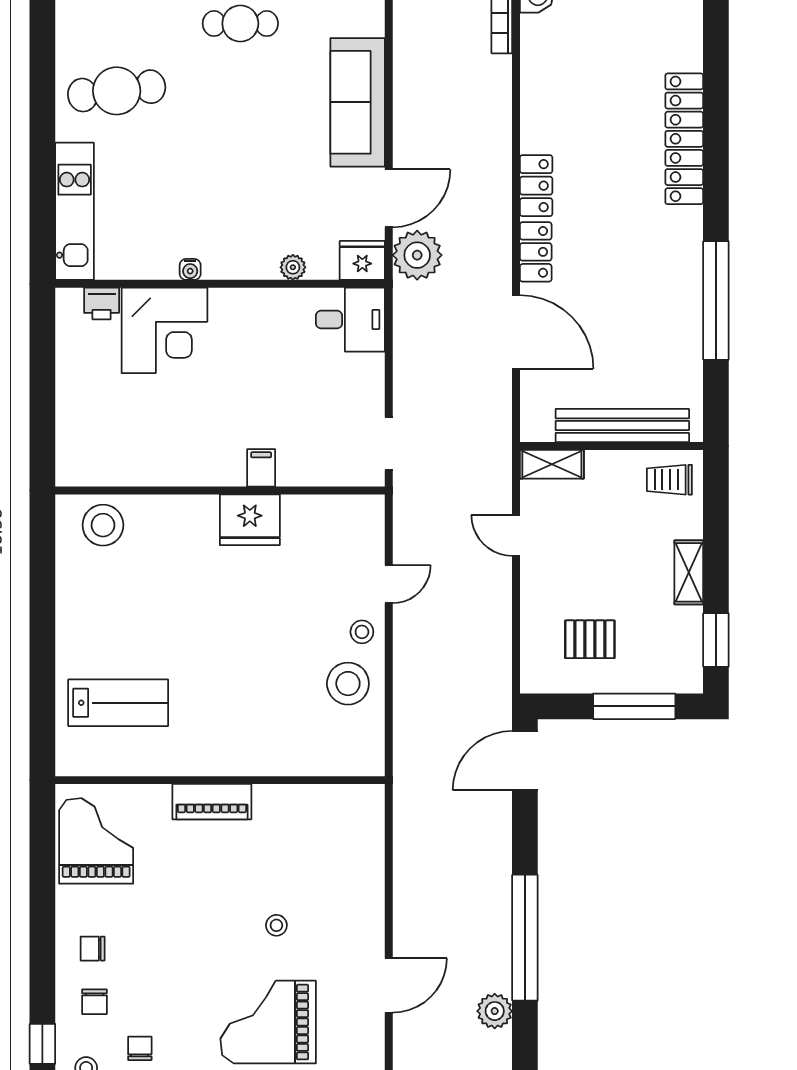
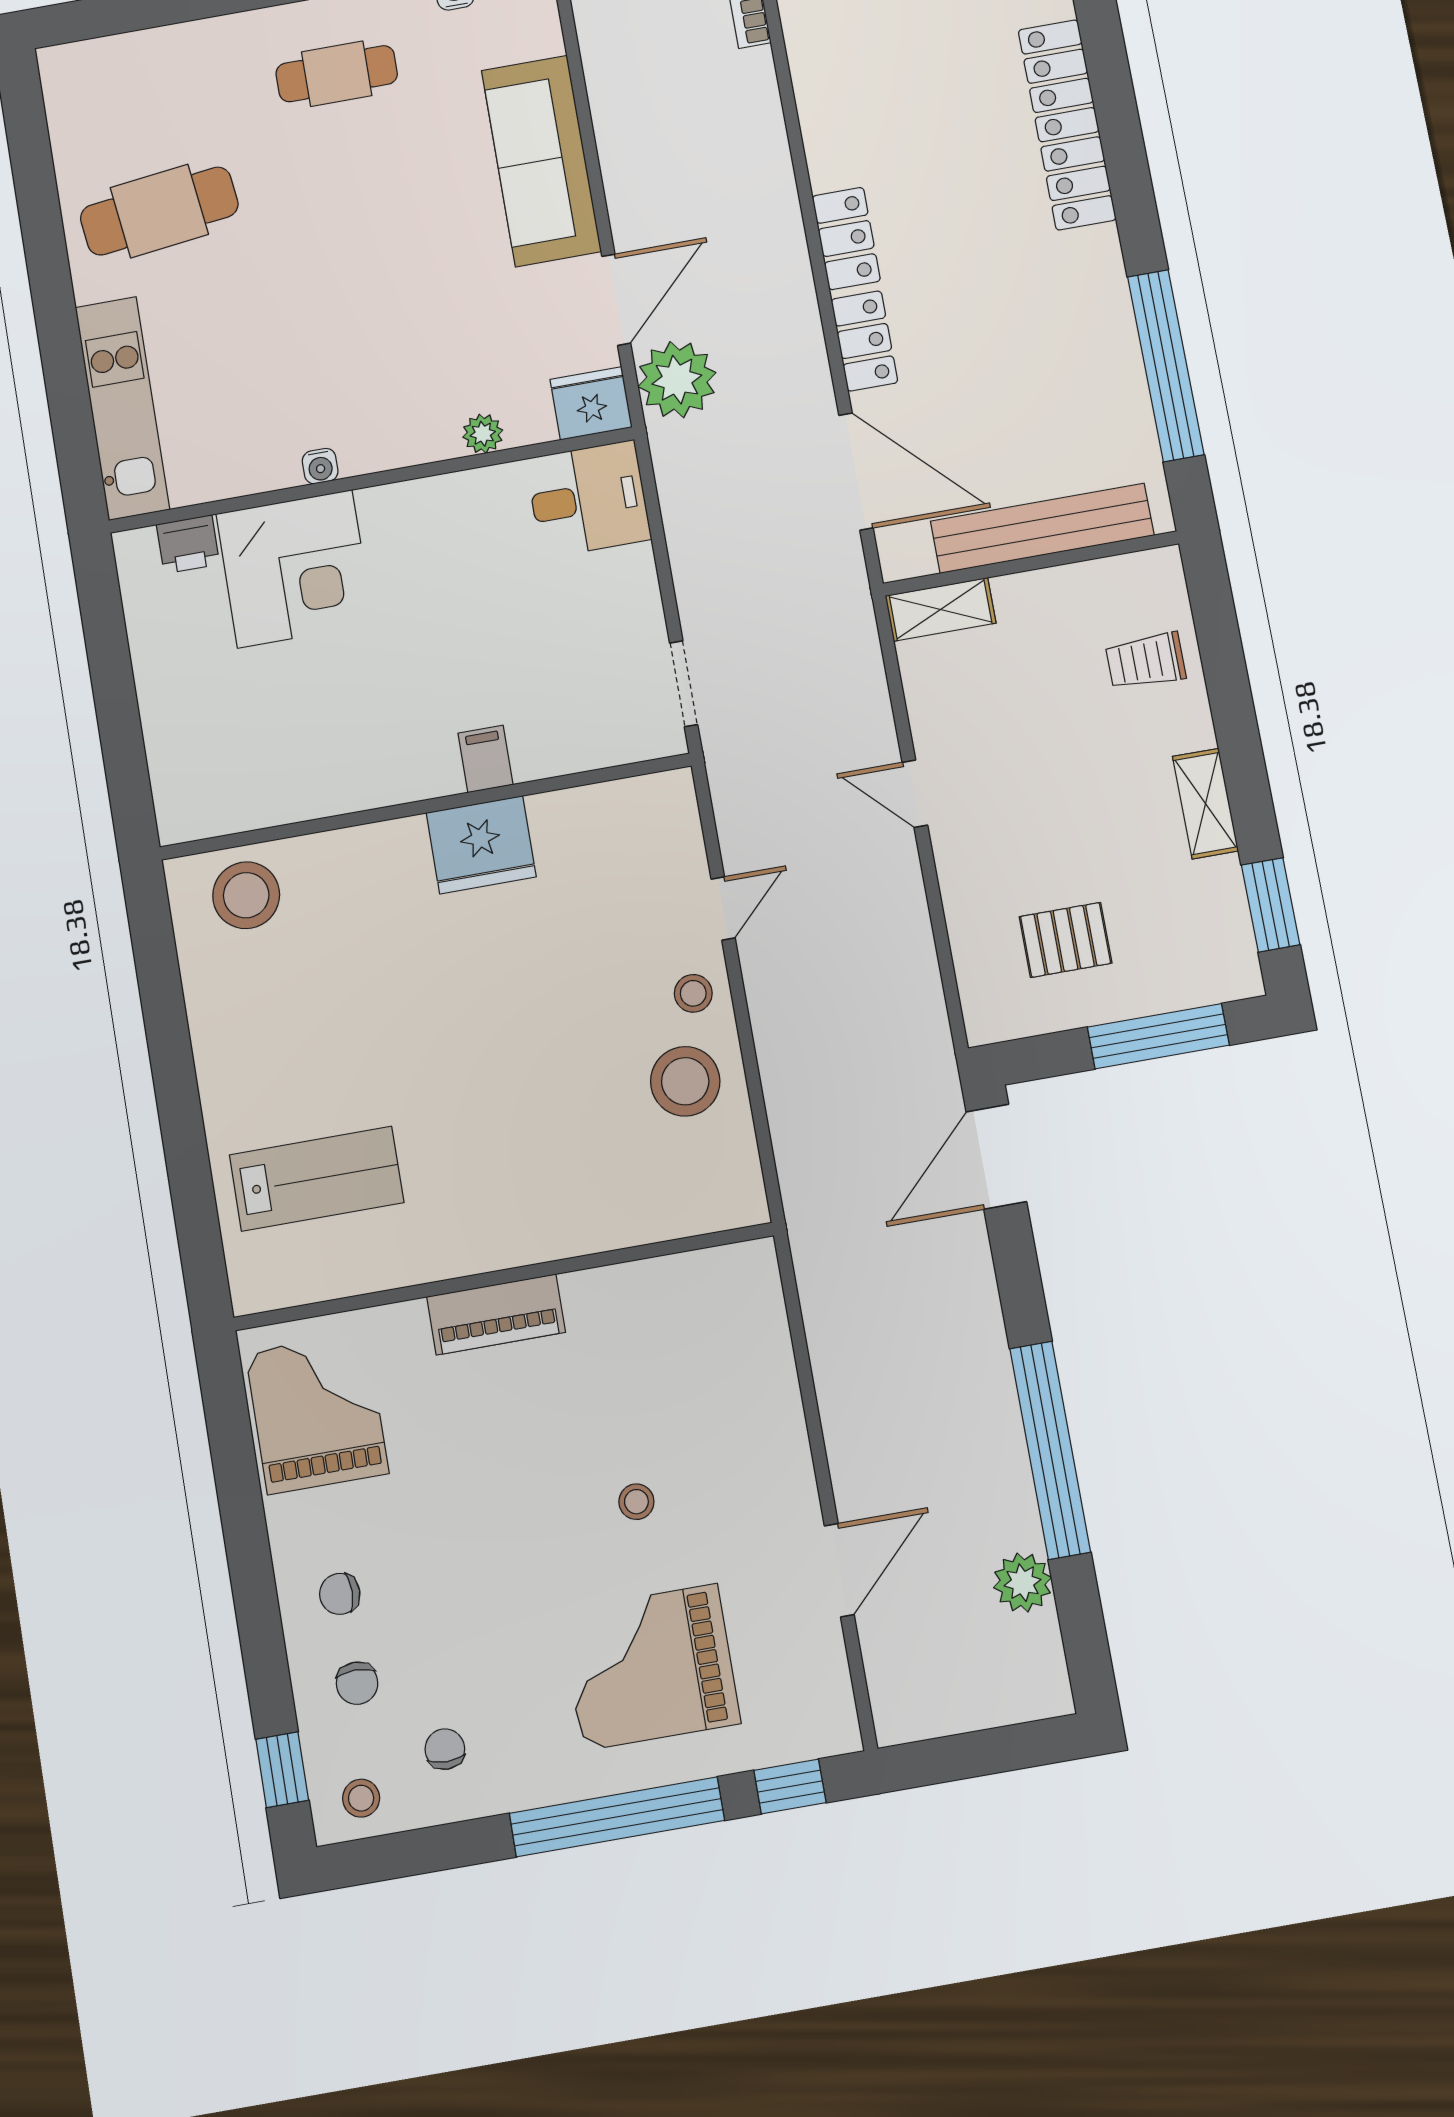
bench: (622, 426) -> (1042, 528), moved
wall: (611, 446) -> (1031, 564), moved
shelving: (552, 464) -> (941, 609), moved

